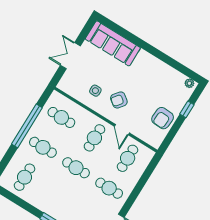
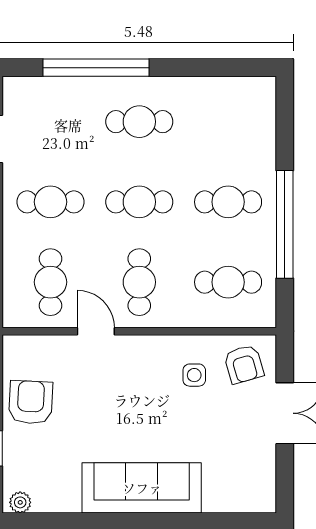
sofa: (113, 43) -> (142, 488), moved
armchair: (119, 100) -> (244, 364), moved, turned 126
cafe table: (24, 177) -> (139, 122), moved, turned 90

